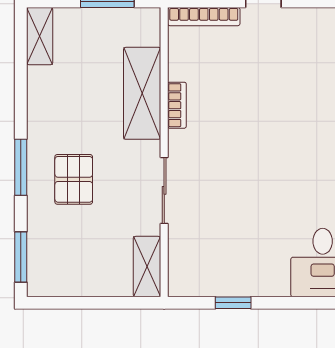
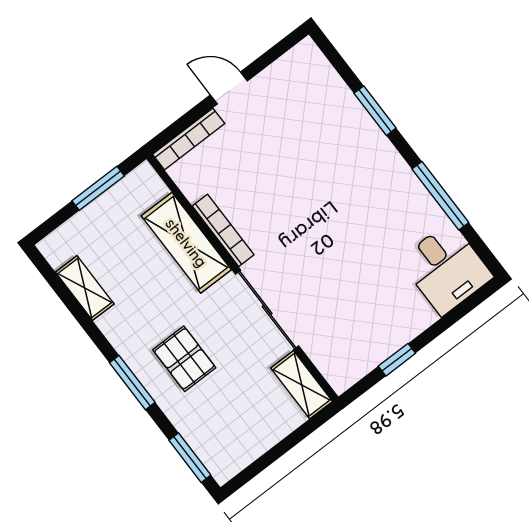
shelving: (40, 36) -> (85, 288), moved
bookcase: (177, 105) -> (223, 230), width x1.56
sliding door: (164, 190) -> (267, 310), width x1.37

